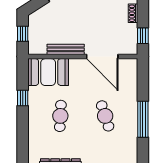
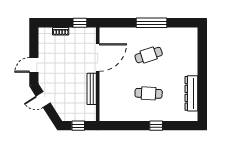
booth: (48, 72) -> (111, 104), removed
window: (23, 98) -> (156, 126), moved

